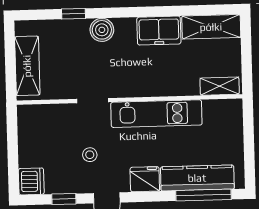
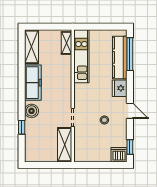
freezer: (159, 31) -> (33, 83), width x1.40
shelving: (27, 66) -> (65, 145), moved, turned 90
kitchen unit: (156, 114) -> (81, 56), moved
window: (64, 199) -> (130, 147), moved

